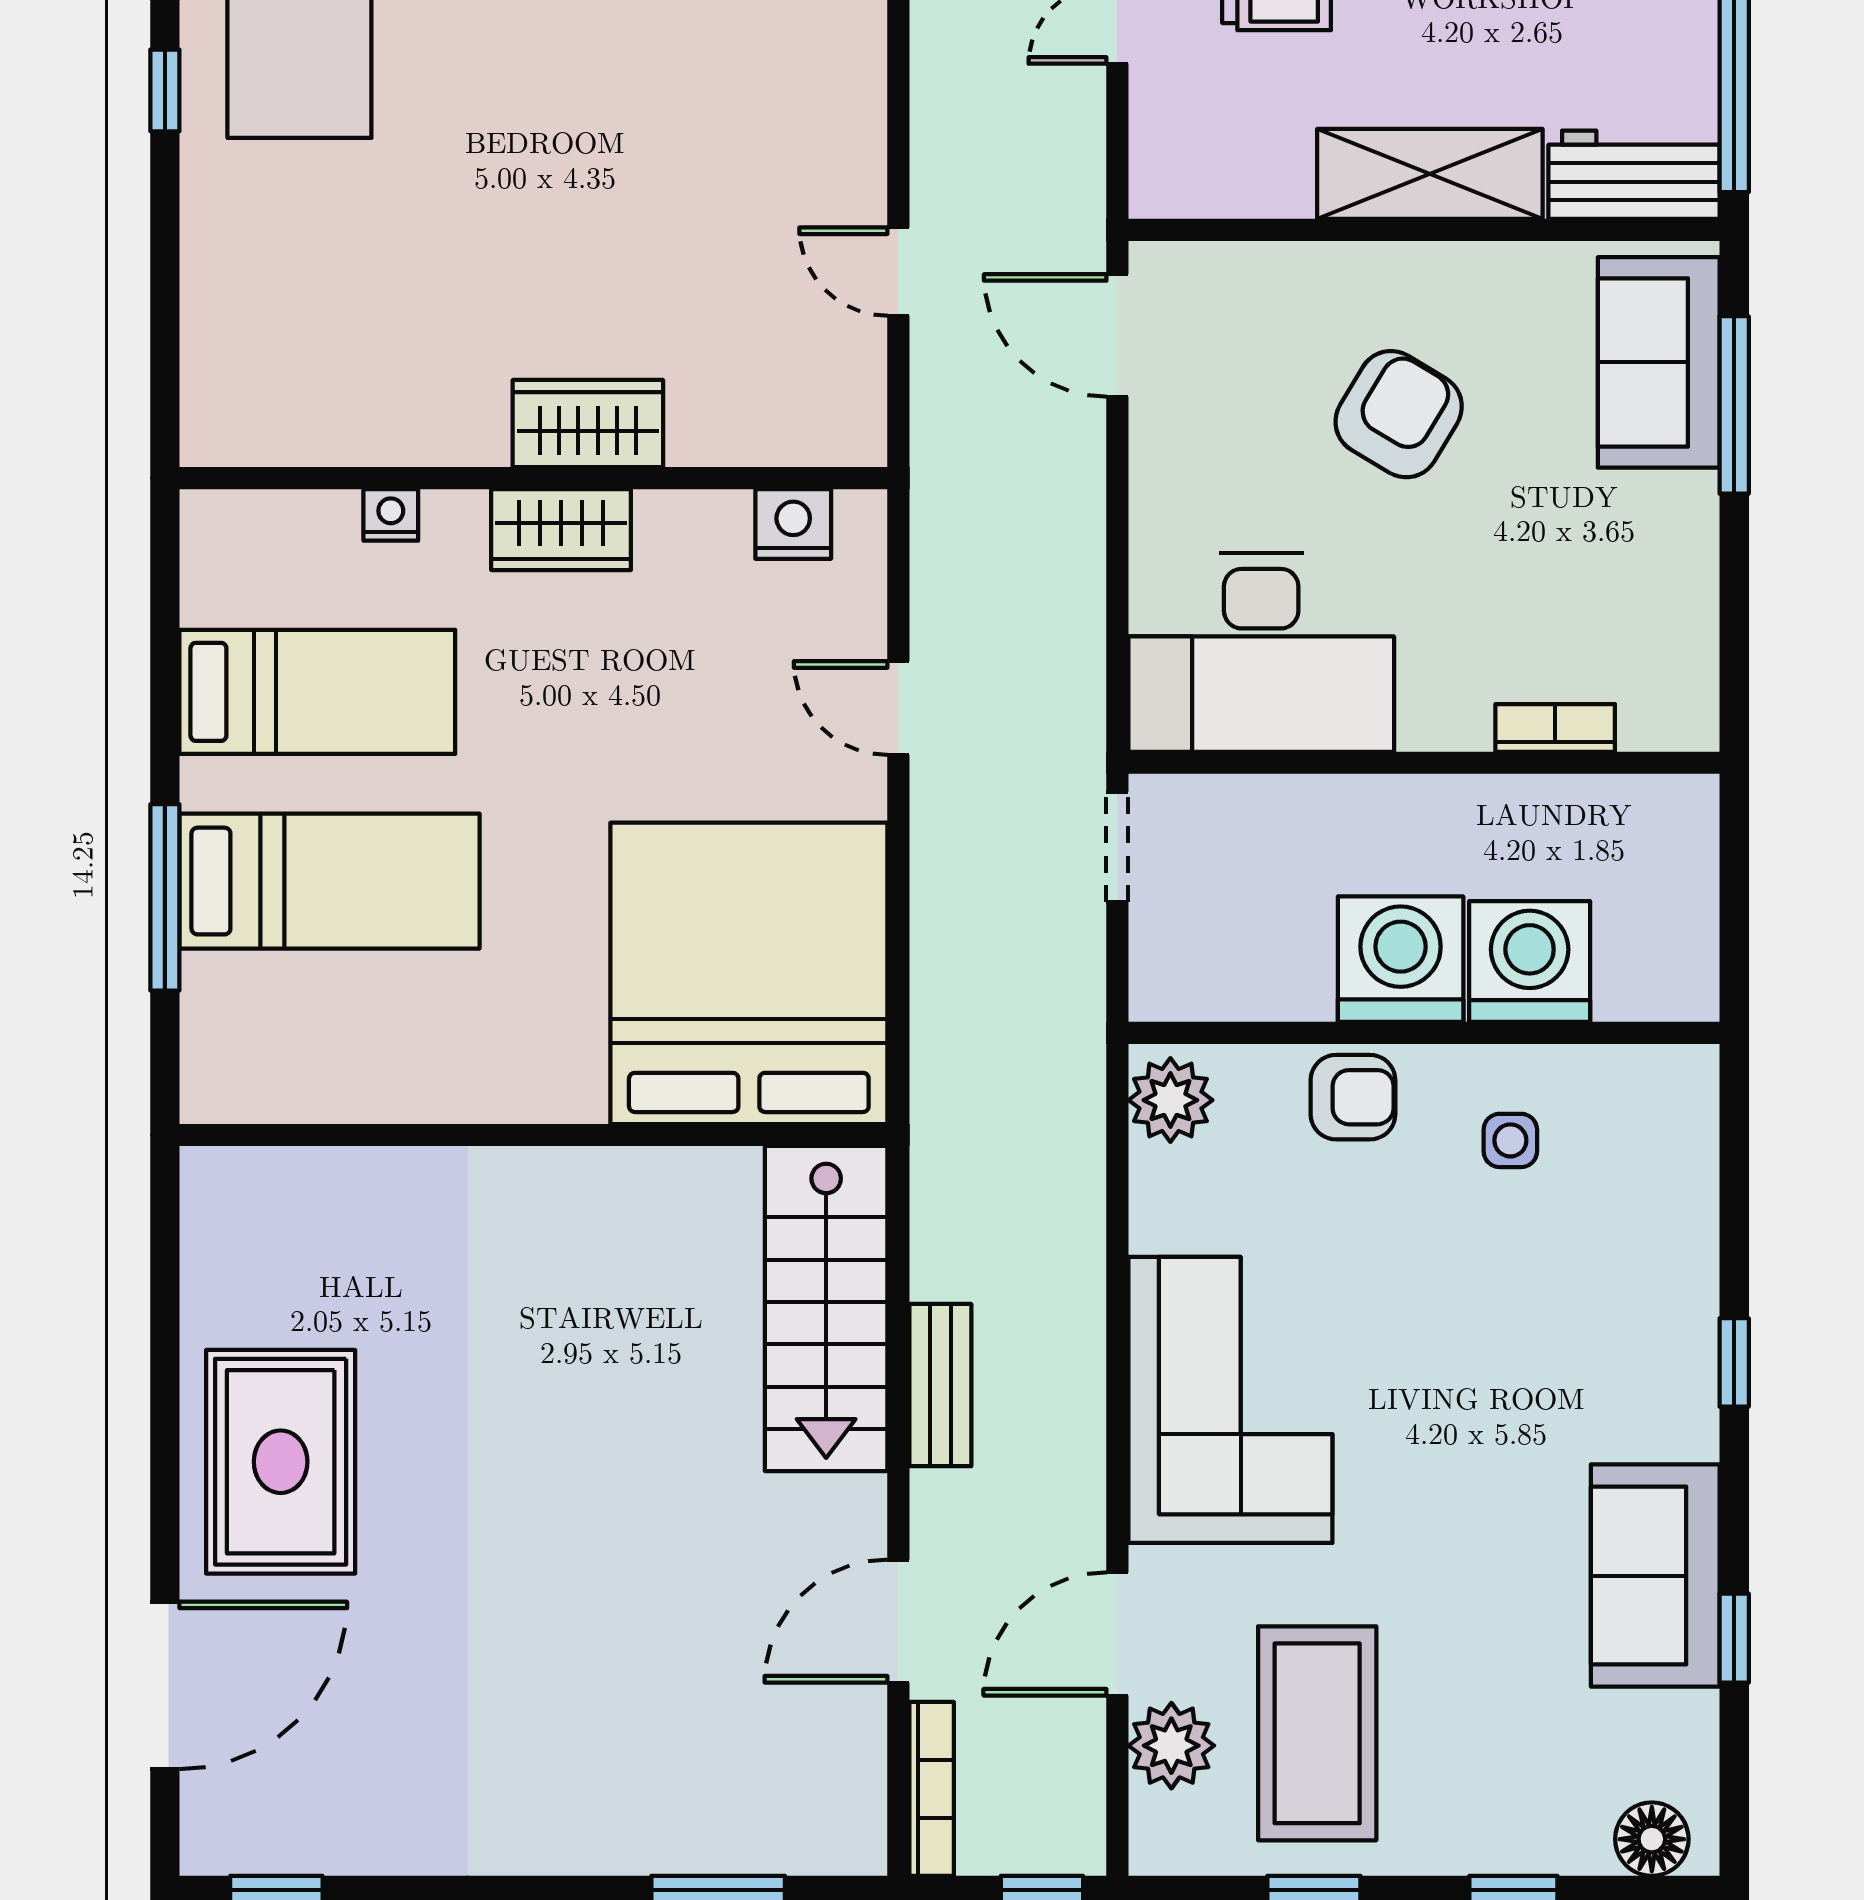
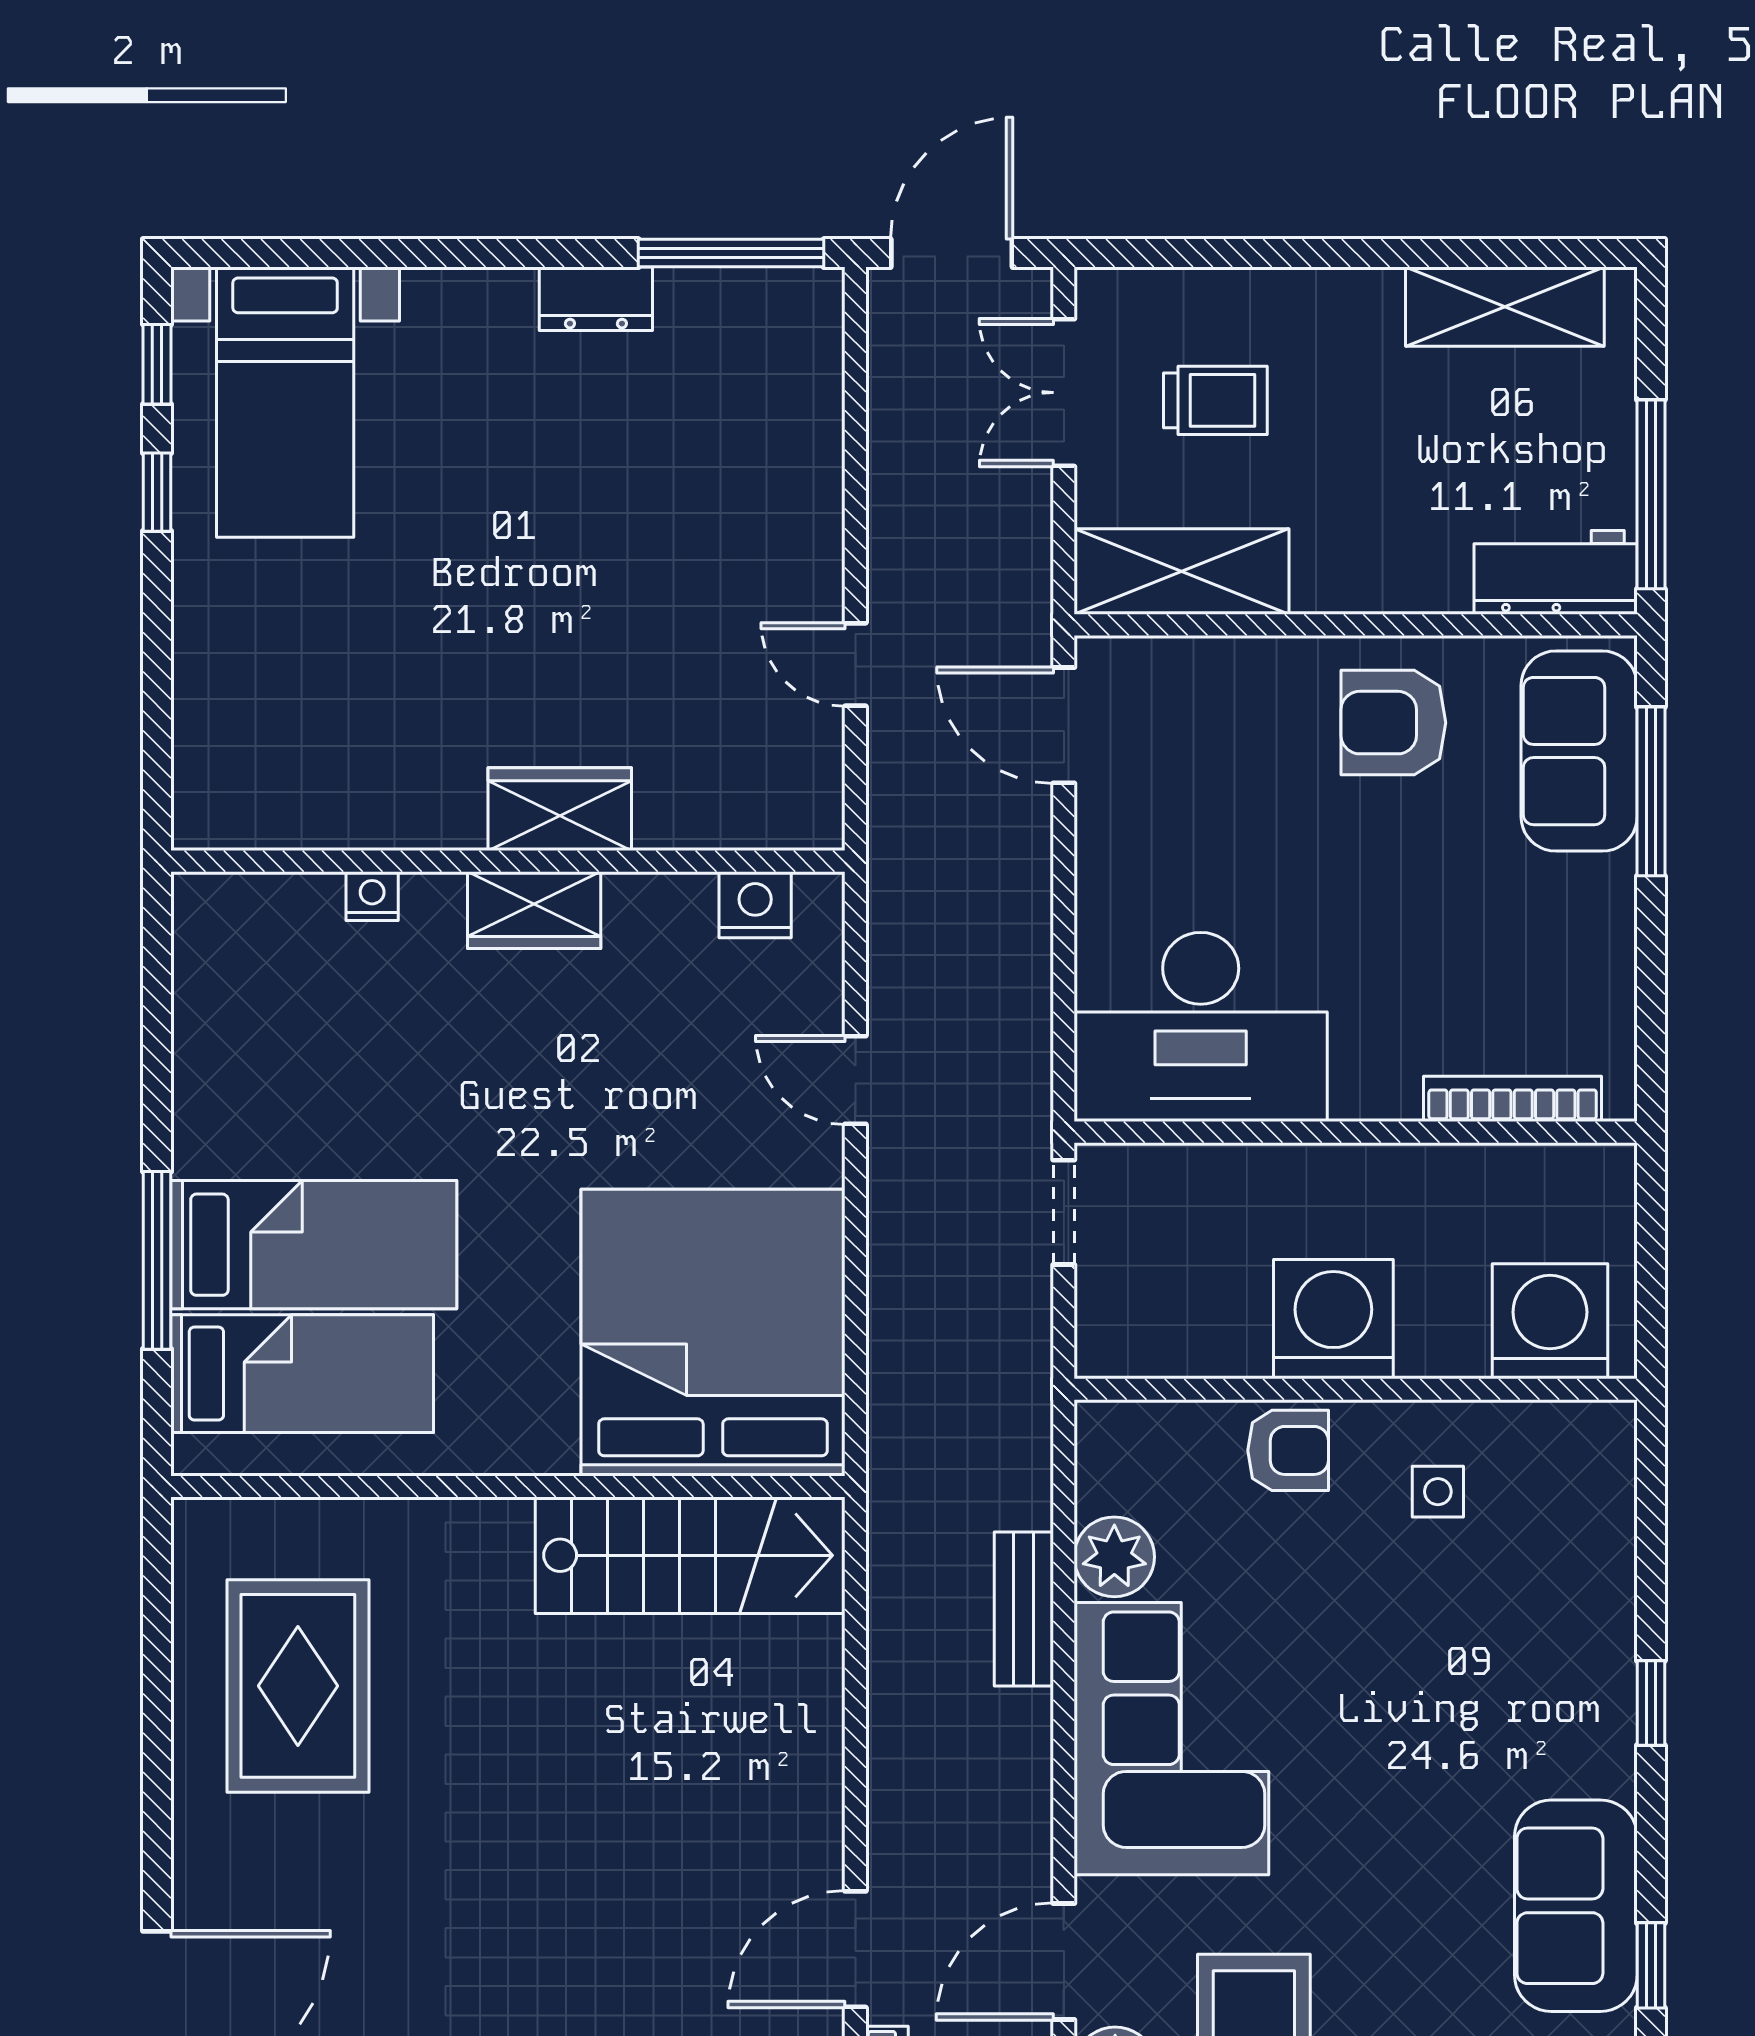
shelving: (1430, 174) -> (1182, 572), moved
armchair: (1399, 414) -> (1393, 723), moved, turned -121
bed: (317, 692) -> (302, 1374), moved
bookcase: (1555, 728) -> (1513, 1099), width x1.56
washing machine: (1530, 961) -> (1550, 1321), moved
plant: (1170, 1100) -> (1114, 1557), moved
stairs: (826, 1309) -> (690, 1555), moved, turned -90
bench: (940, 1385) -> (1024, 1609), moved
rug: (281, 1462) -> (298, 1686), moved

